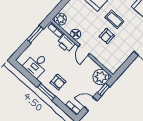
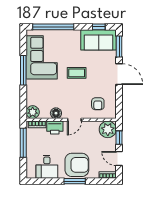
window: (35, 34) -> (23, 143), width x1.44
armchair: (107, 36) -> (98, 104), moved
door: (84, 50) -> (74, 120), hinge flipped
armchair: (58, 82) -> (77, 165), width x1.88, depth x1.88
door: (91, 104) -> (119, 159), hinge flipped

